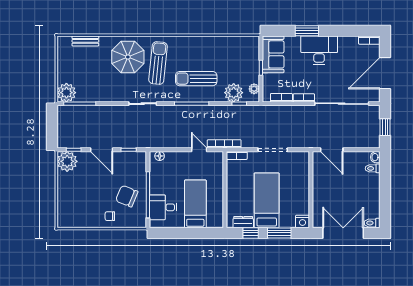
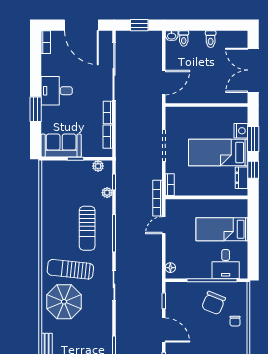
desk: (319, 50) -> (57, 91), width x0.73
plant: (234, 93) -> (107, 193), width x0.53, depth x0.53
door: (102, 150) -> (164, 330), hinge flipped
nightstand: (303, 221) -> (241, 131), moved
toilet: (372, 223) -> (211, 39), moved

